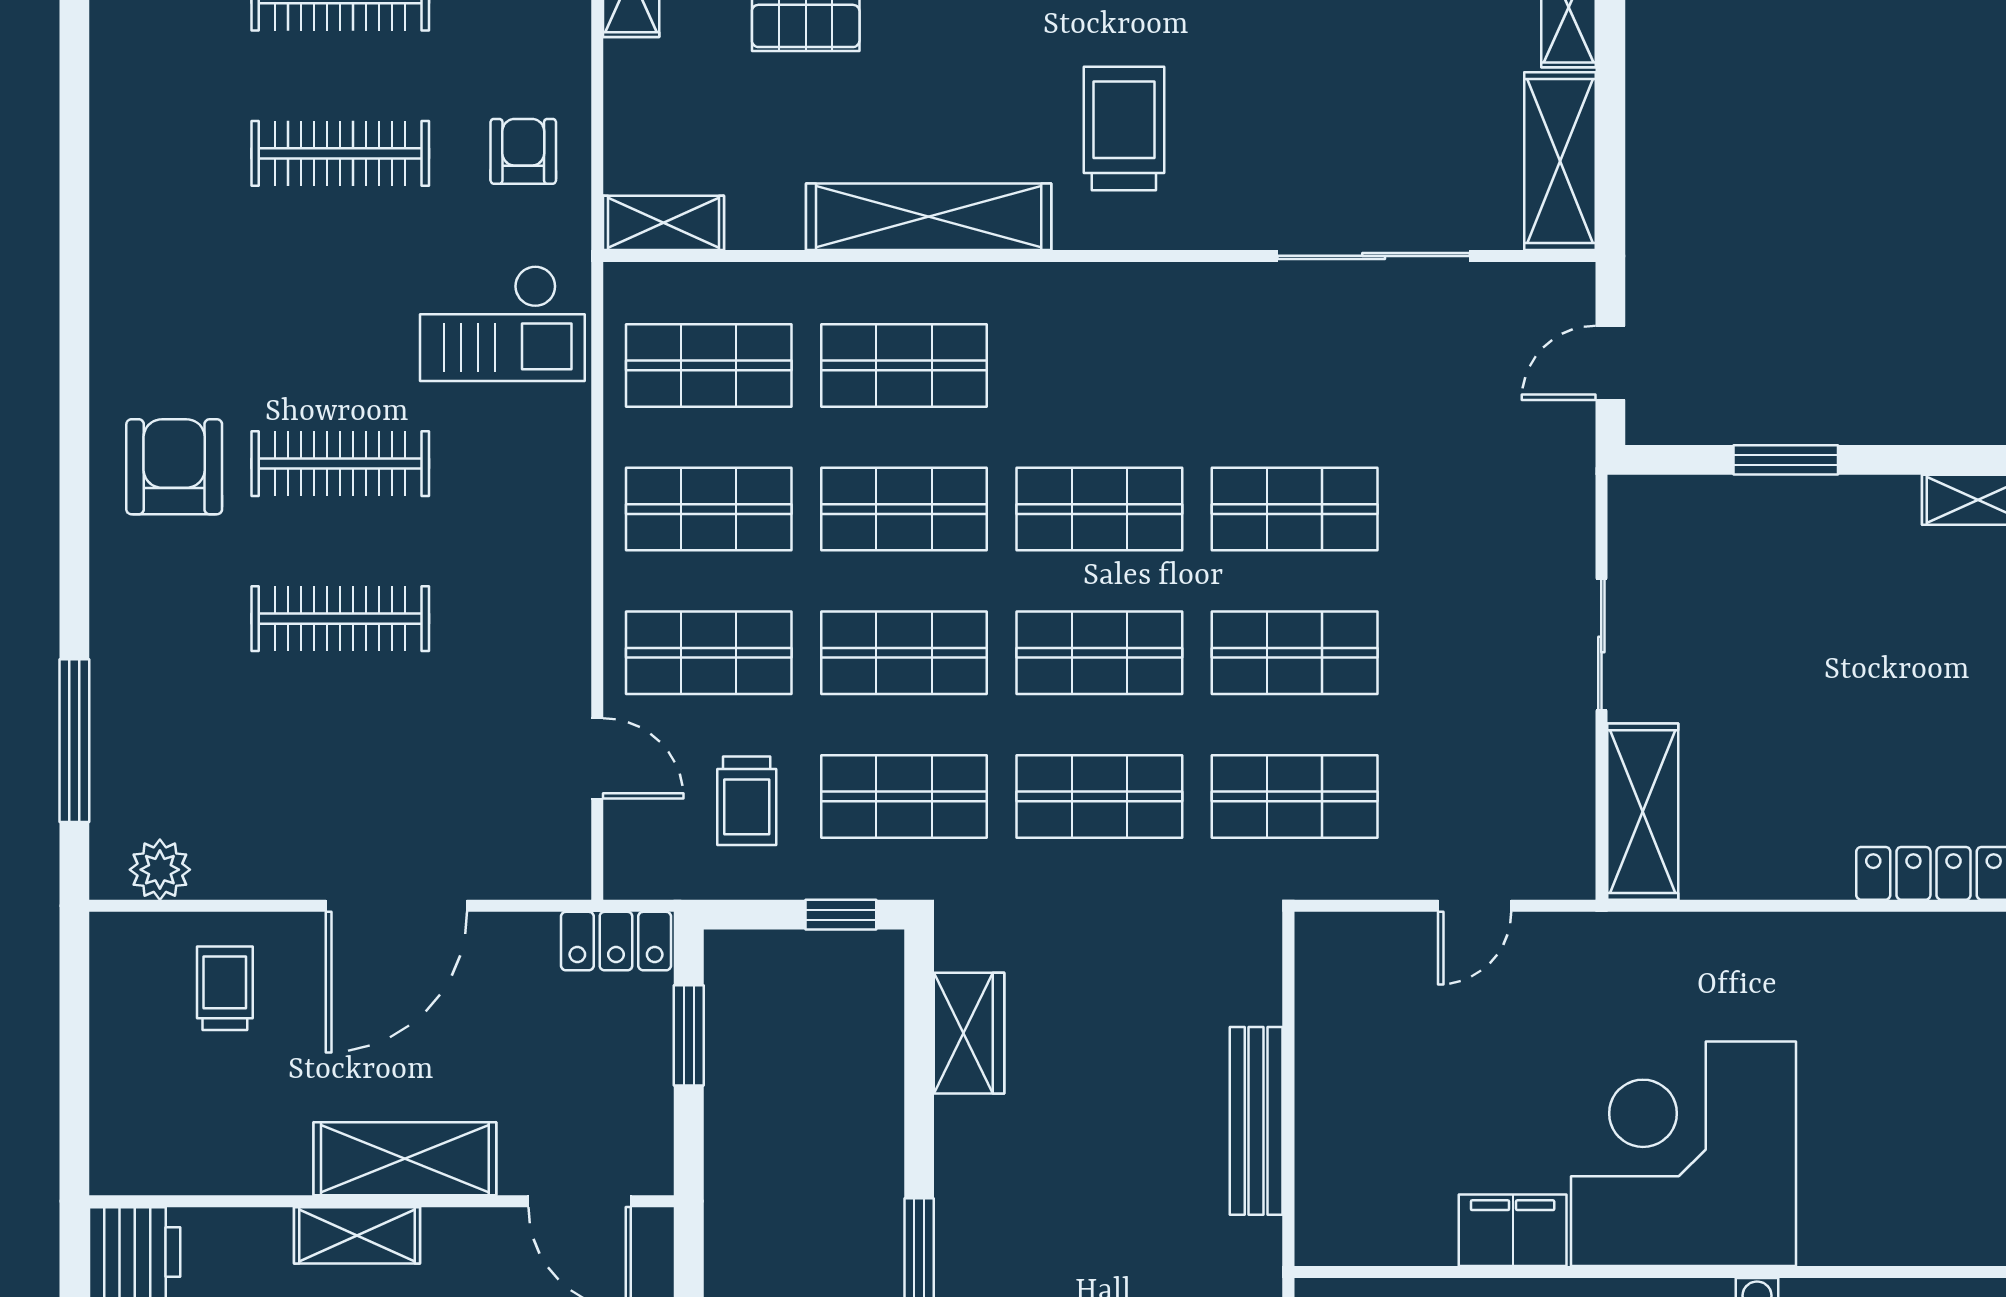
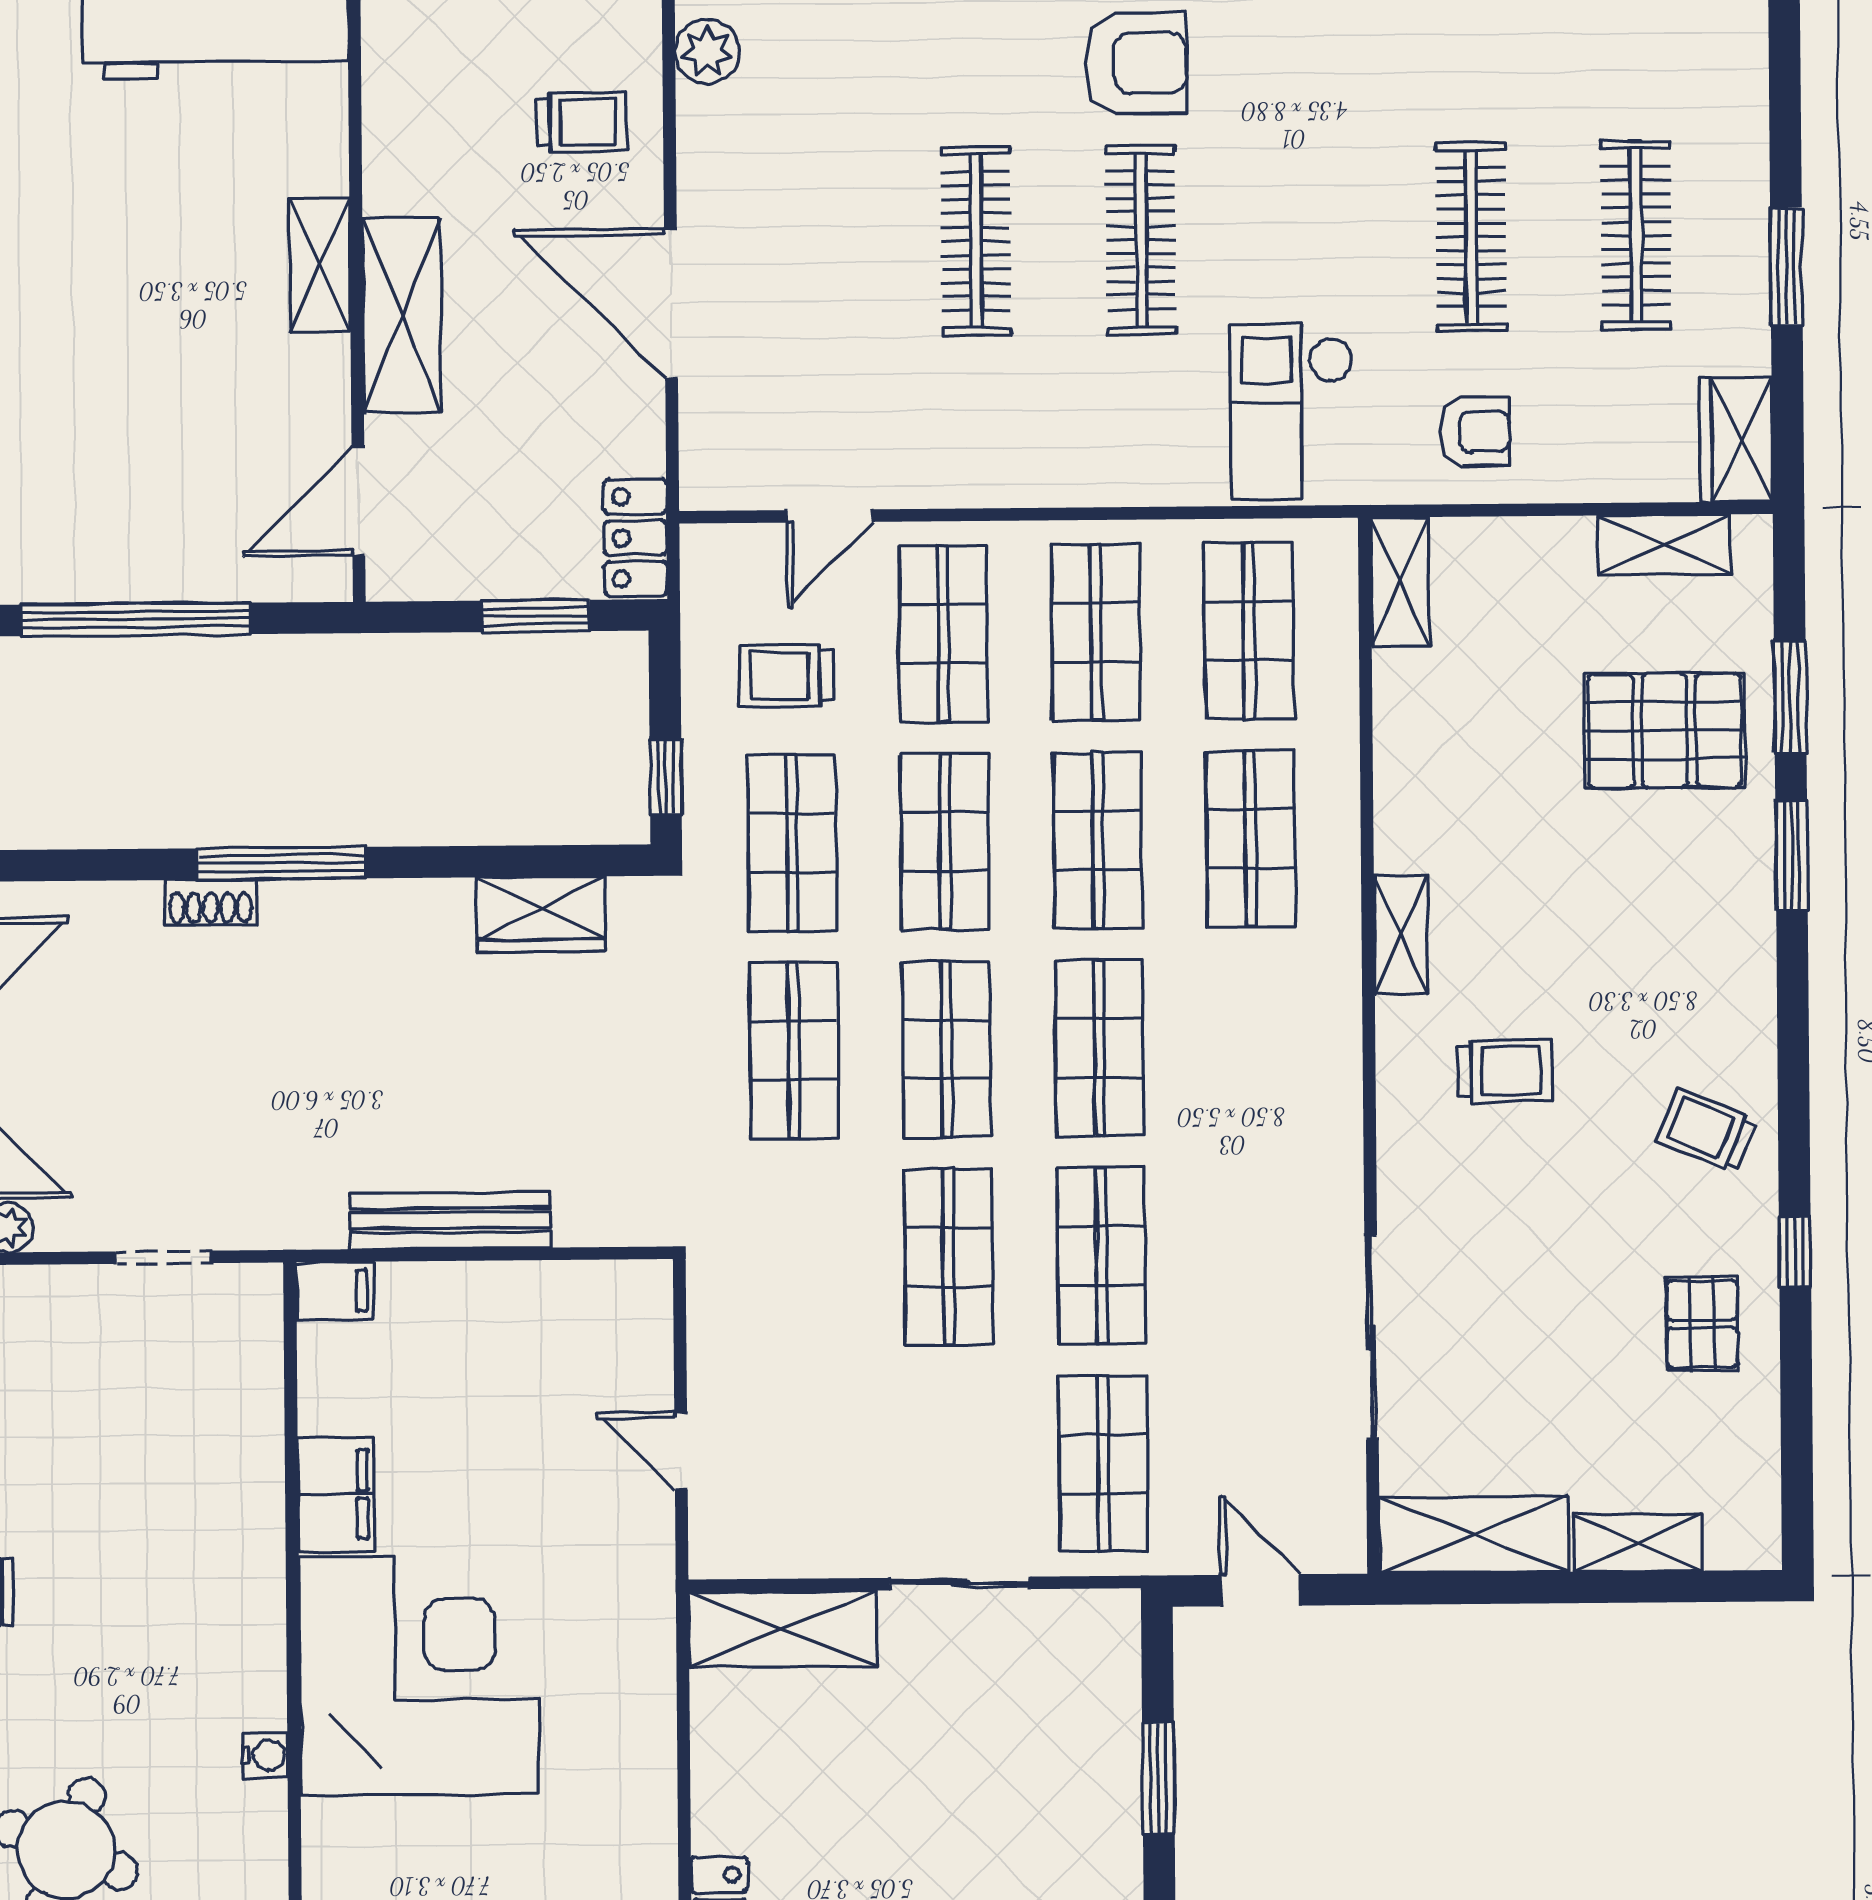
trolley: (1124, 128) -> (1505, 1071), width x0.73, depth x0.72
shelving: (929, 217) -> (1401, 935), width x0.45, depth x0.75
shop shelf: (1295, 796) -> (1103, 1464), moved
filing cabinet: (1321, 1230) -> (335, 1291), added

